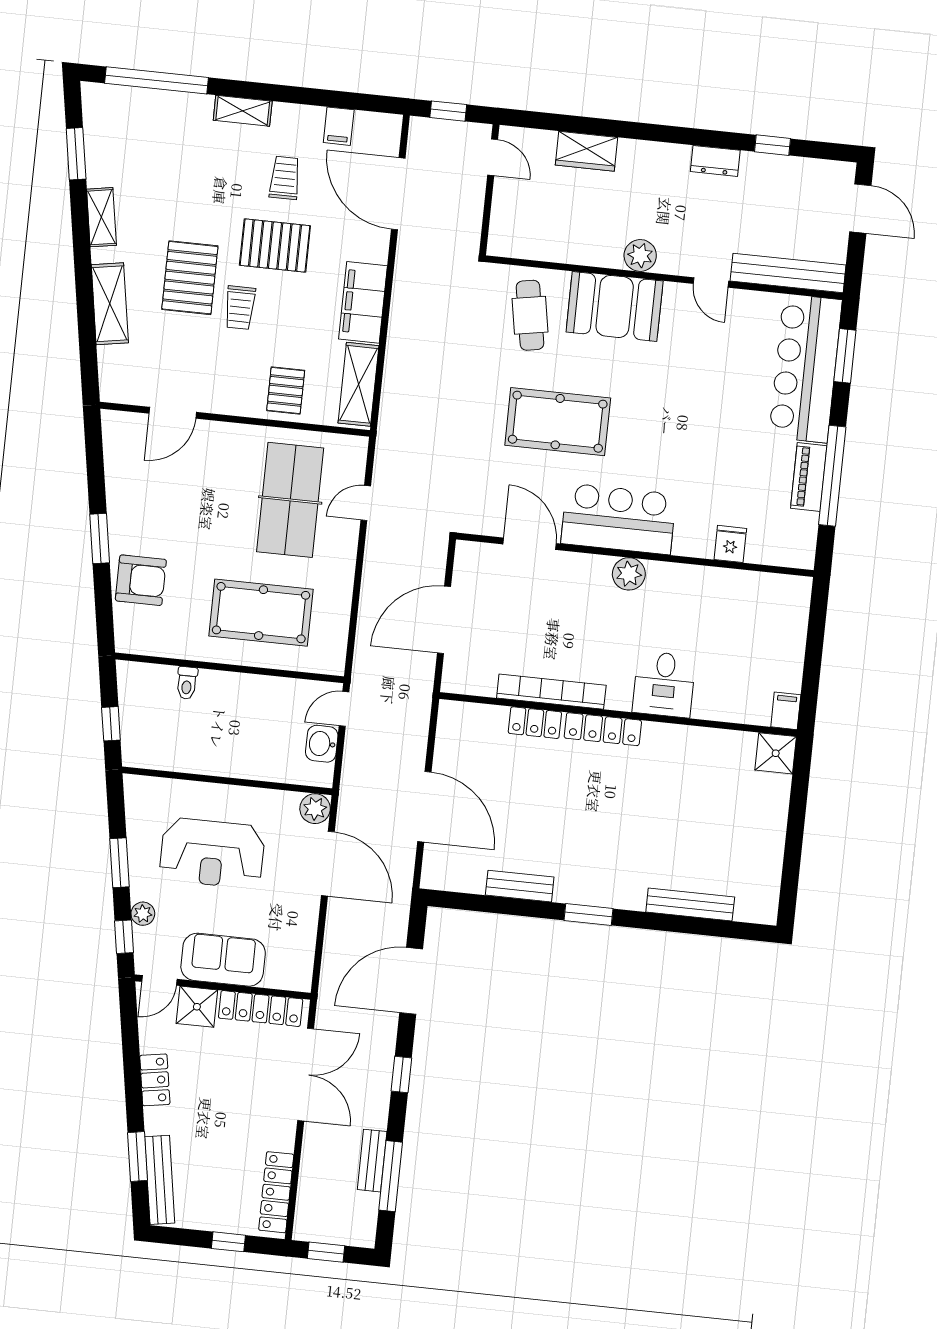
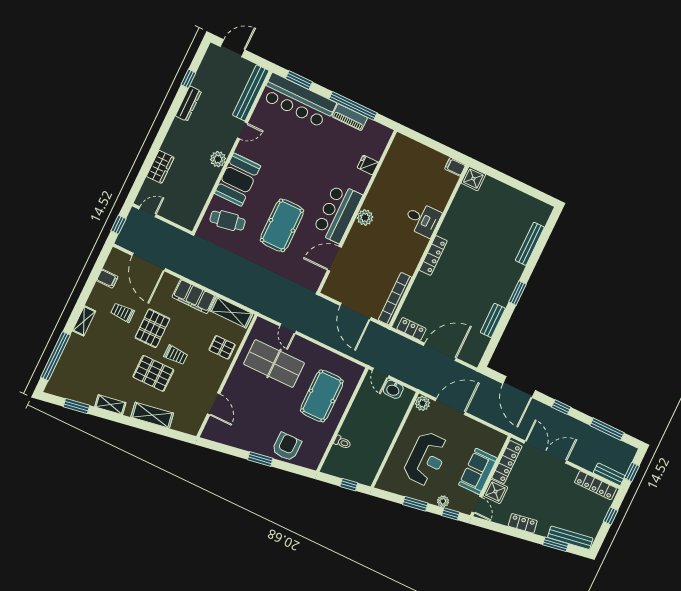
dresser: (715, 161) -> (188, 104), width x1.44
door: (398, 194) -> (149, 262), hinge flipped
bookcase: (551, 692) -> (395, 299), moved
locker: (535, 723) -> (411, 329), moved, turned -90
bench: (372, 1161) -> (609, 474), moved

